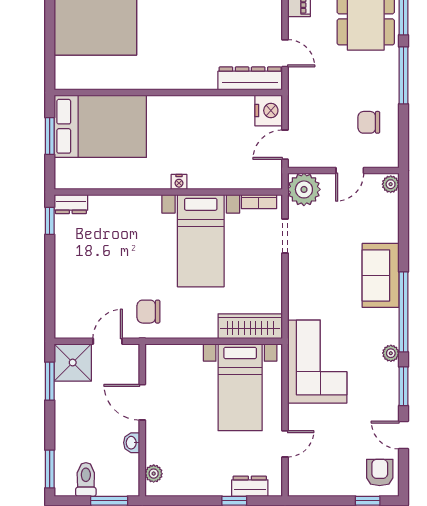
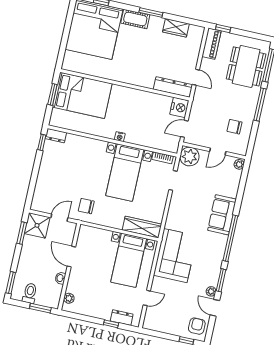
plant: (391, 353) -> (211, 291), moved

